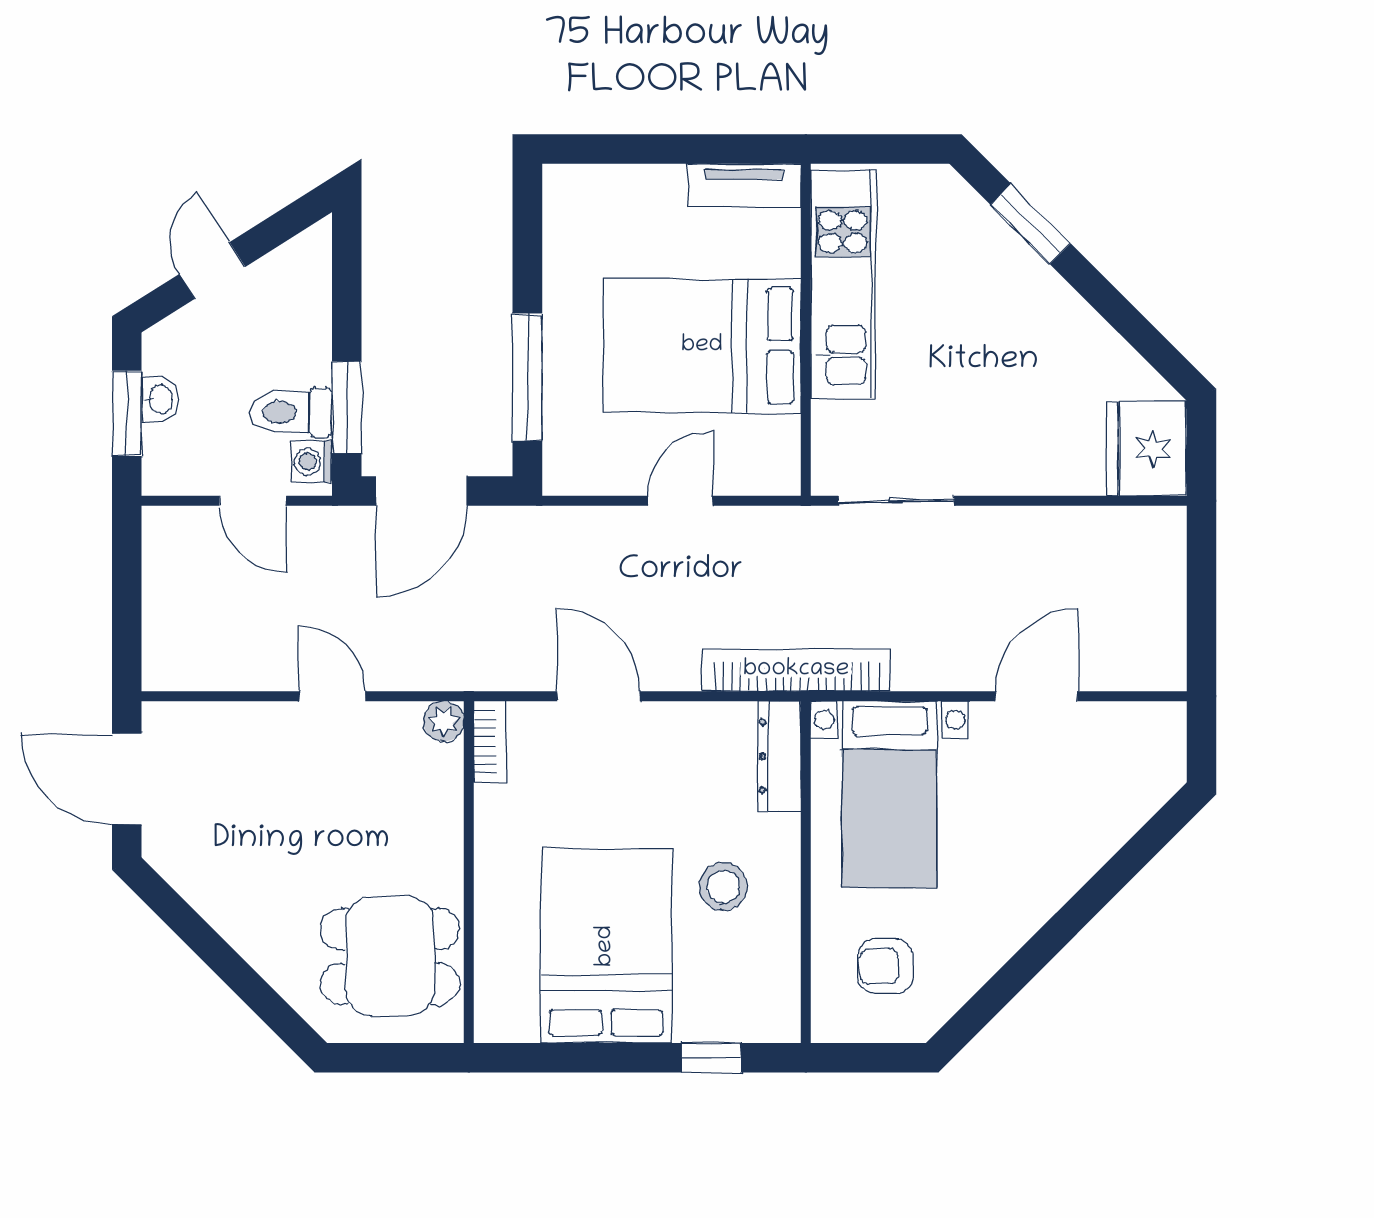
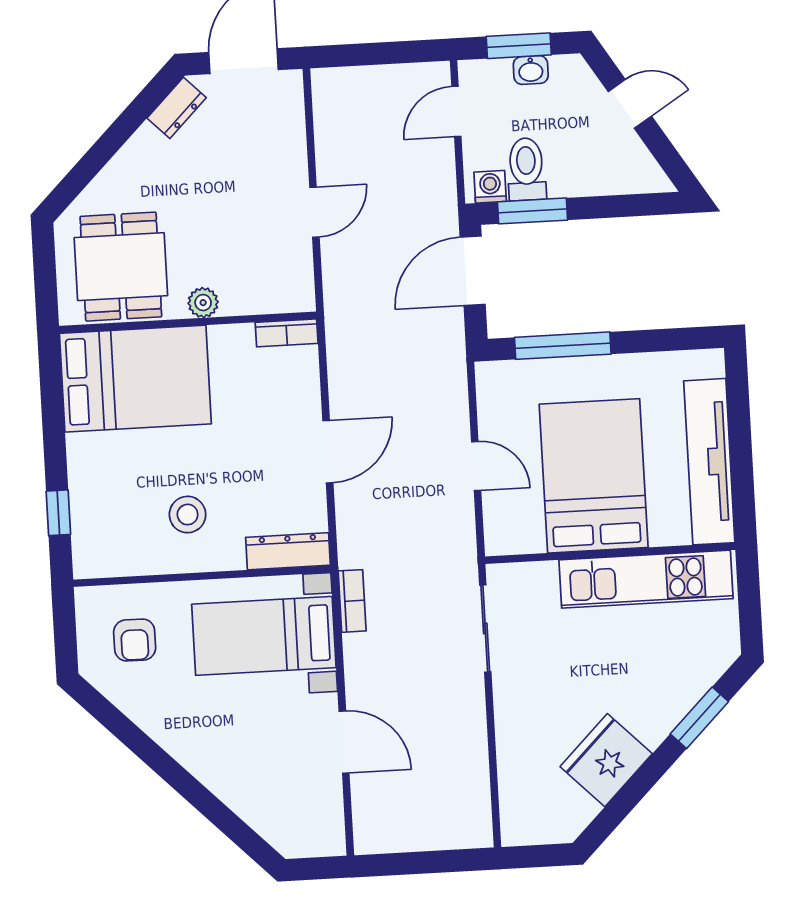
tv unit: (744, 185) -> (709, 462), width x1.92, depth x1.29
fridge: (1147, 449) -> (606, 760), moved, turned -45
door: (421, 491) -> (473, 271), hinge flipped
door: (253, 501) -> (456, 111), moved
bookcase: (796, 670) -> (352, 601), width x0.43, depth x0.76
door: (598, 696) -> (328, 452), moved
plant: (444, 721) -> (203, 303), moved
dresser: (184, 871) -> (177, 108), added
bed: (606, 946) -> (135, 379), moved
armchair: (886, 966) -> (135, 640), turned 180

